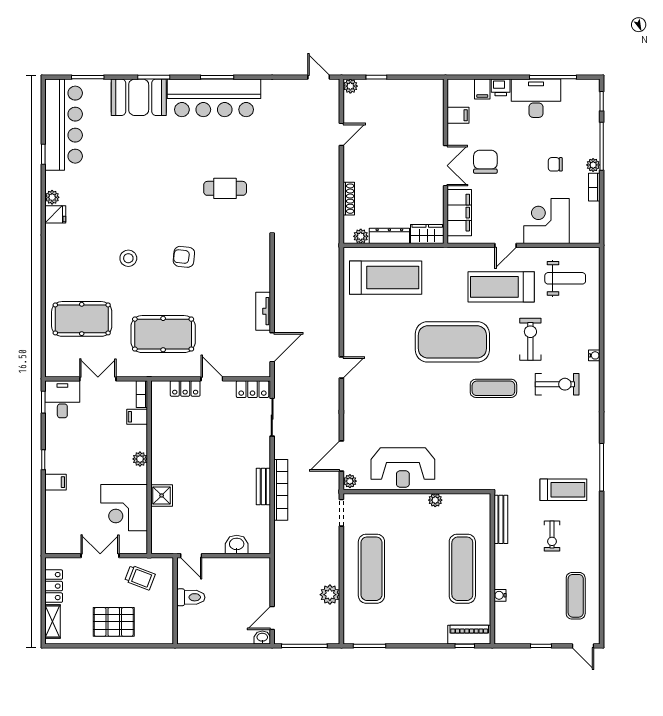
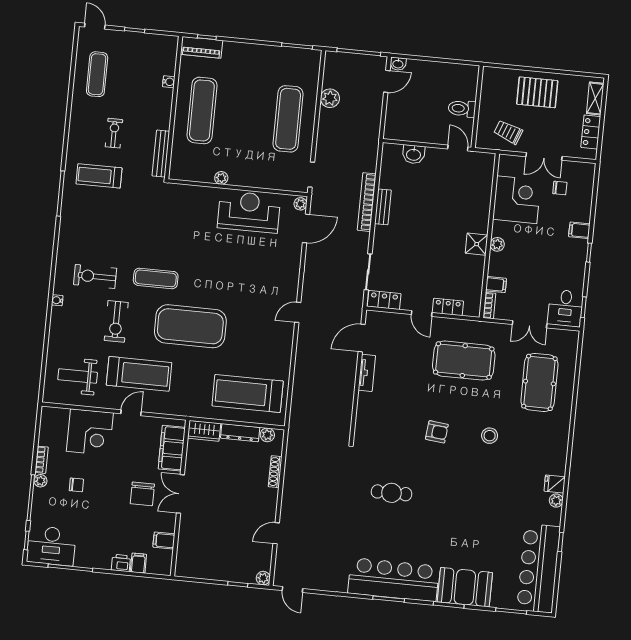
desk: (536, 98) -> (51, 546), moved
pool table: (82, 319) -> (539, 382), turned 90
shower: (162, 495) -> (477, 244), moved
chair: (80, 524) -> (560, 188), added

